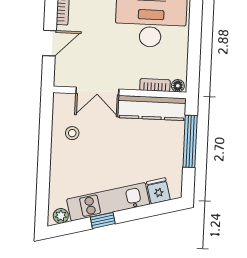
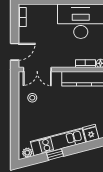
door: (49, 43) -> (15, 52), moved
double door: (97, 91) -> (37, 69), moved

